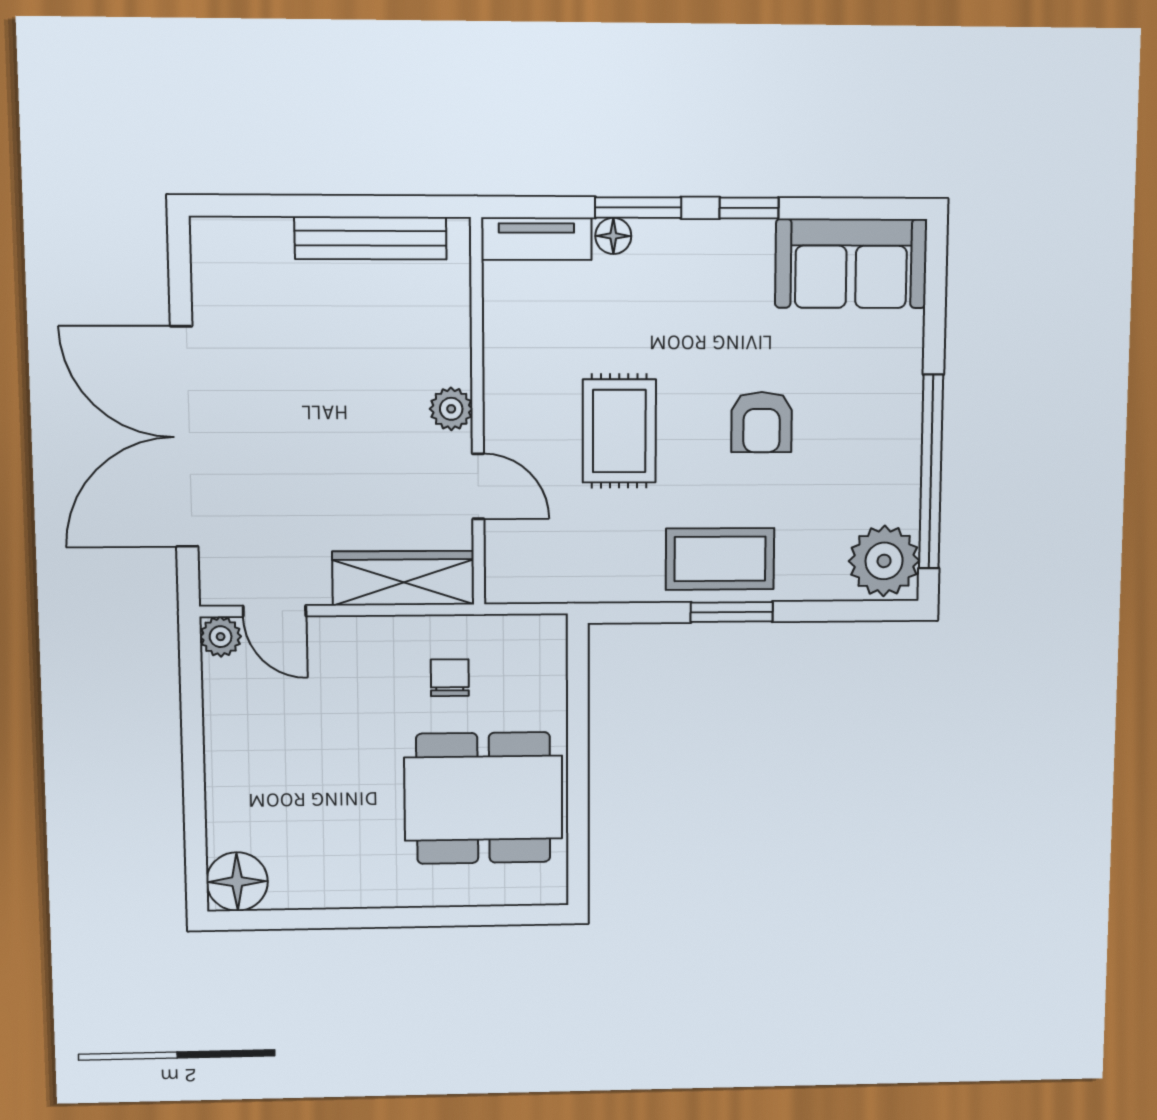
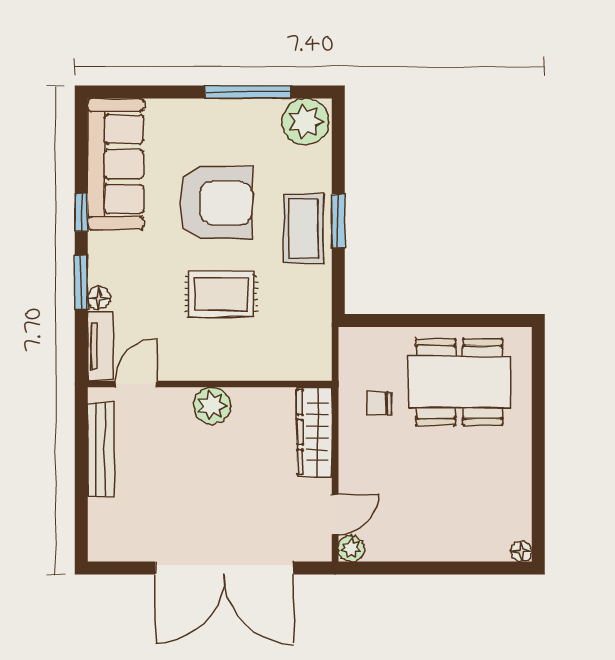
sofa: (851, 264) -> (116, 164), width x1.36
plant: (451, 409) -> (212, 406), width x1.38, depth x1.38
armchair: (762, 422) -> (216, 203), width x1.88, depth x1.88
window: (931, 472) -> (248, 92), width x0.68
door: (478, 486) -> (136, 384), moved
dining table: (483, 798) -> (459, 382), turned 90
floor lamp: (237, 882) -> (521, 551), width x0.53, depth x0.53

